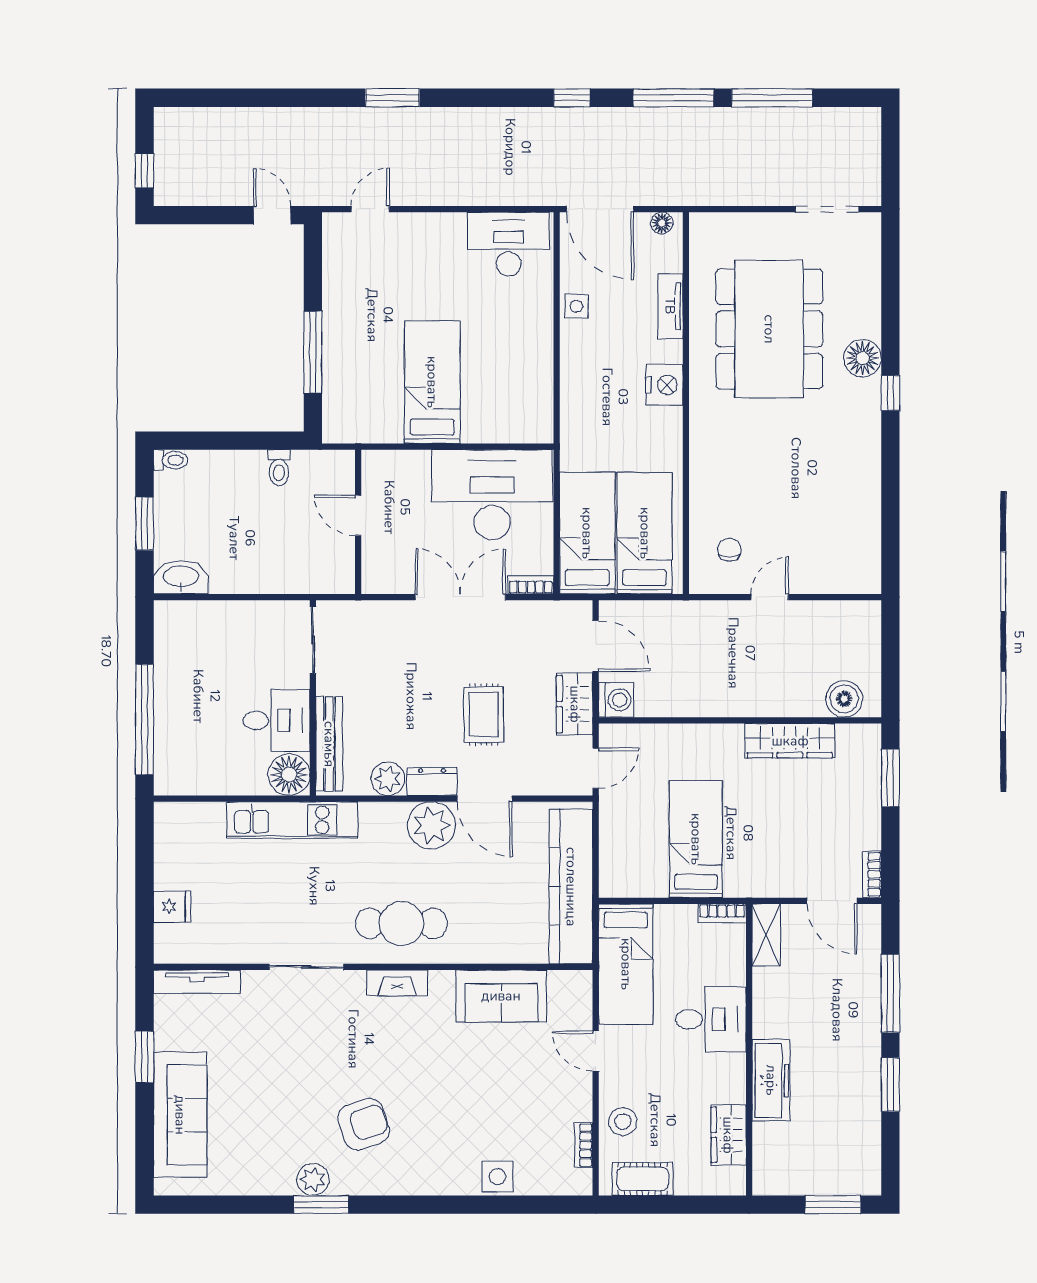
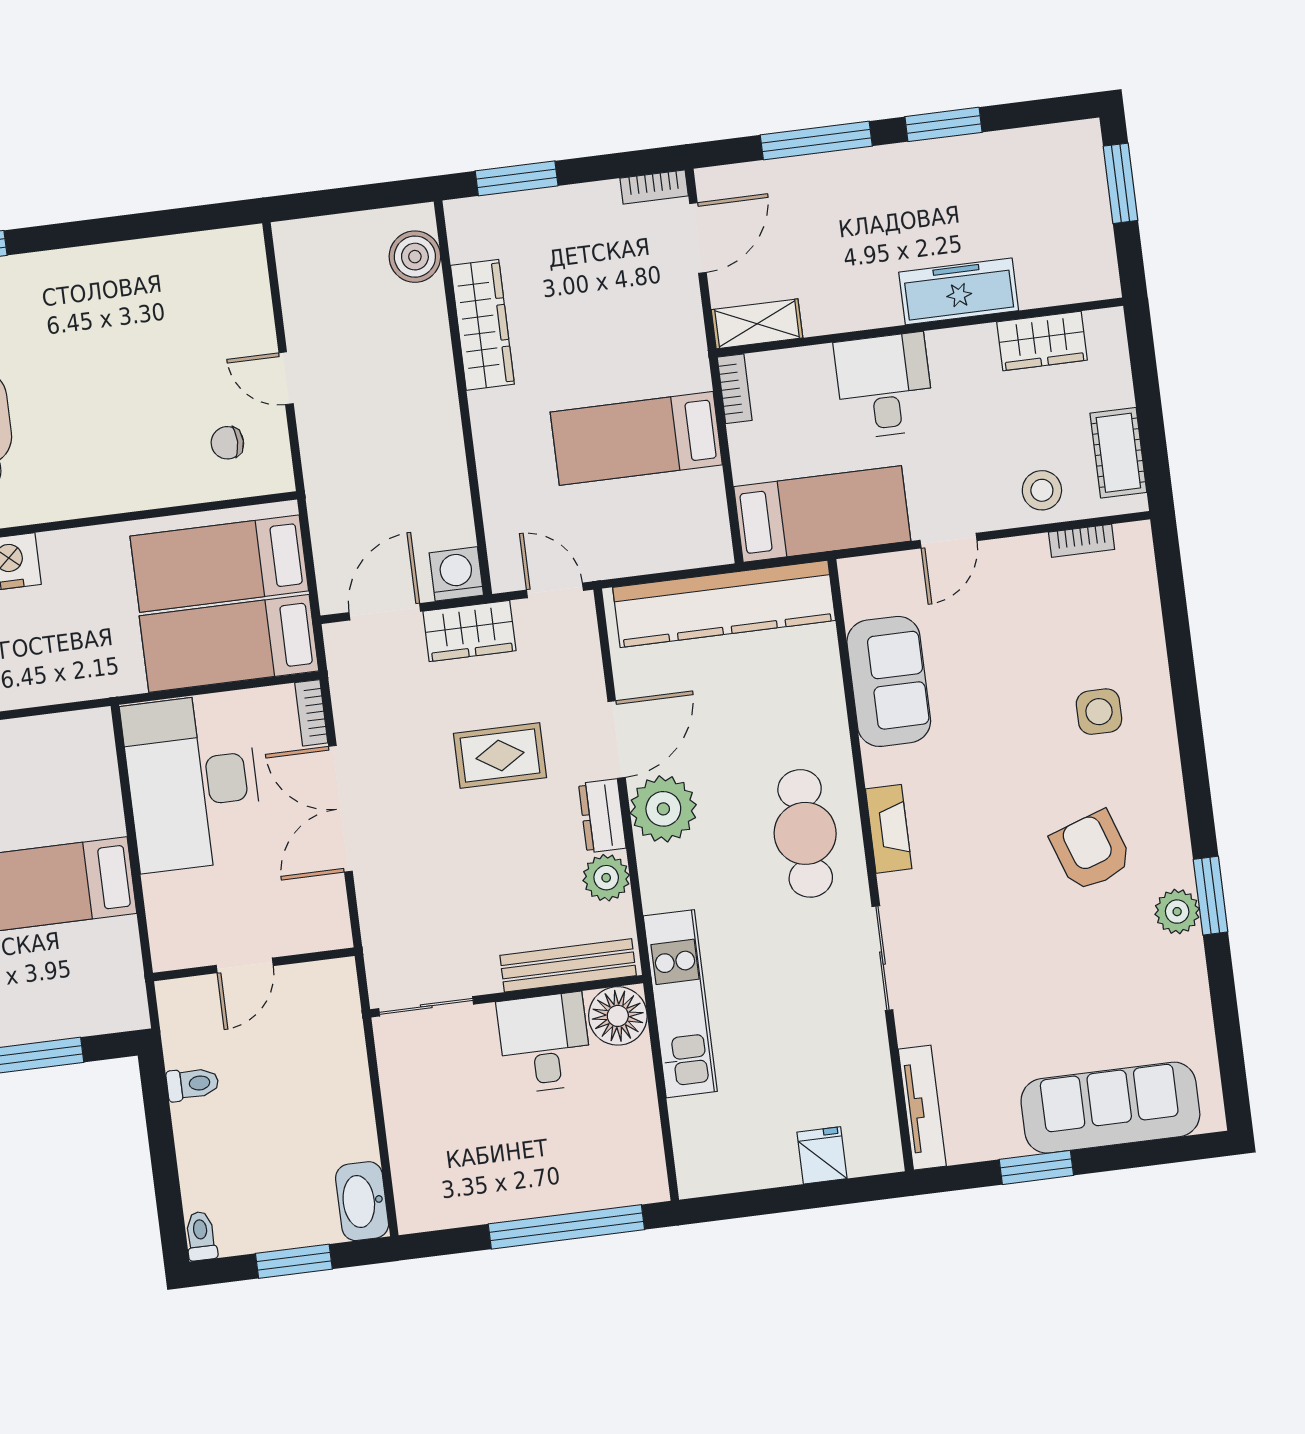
side table: (497, 1177) -> (1099, 712), moved

